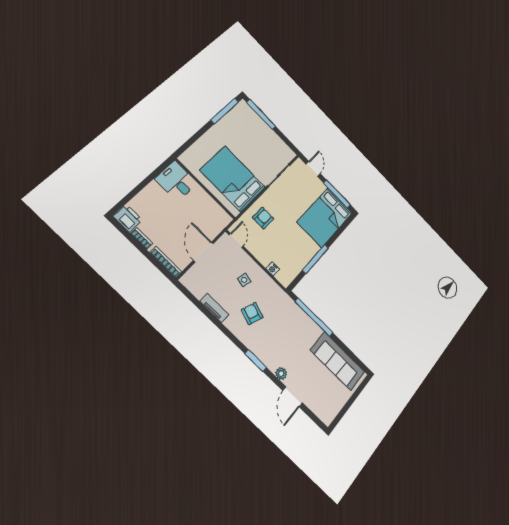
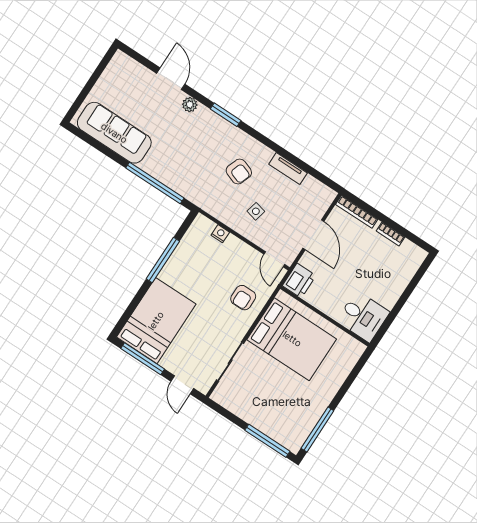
printer: (128, 218) -> (299, 281), moved, turned -90

